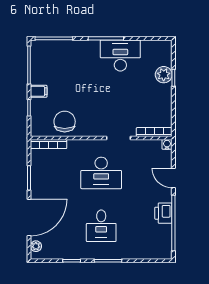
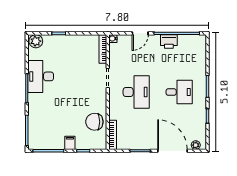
plant: (164, 75) -> (36, 41), moved

